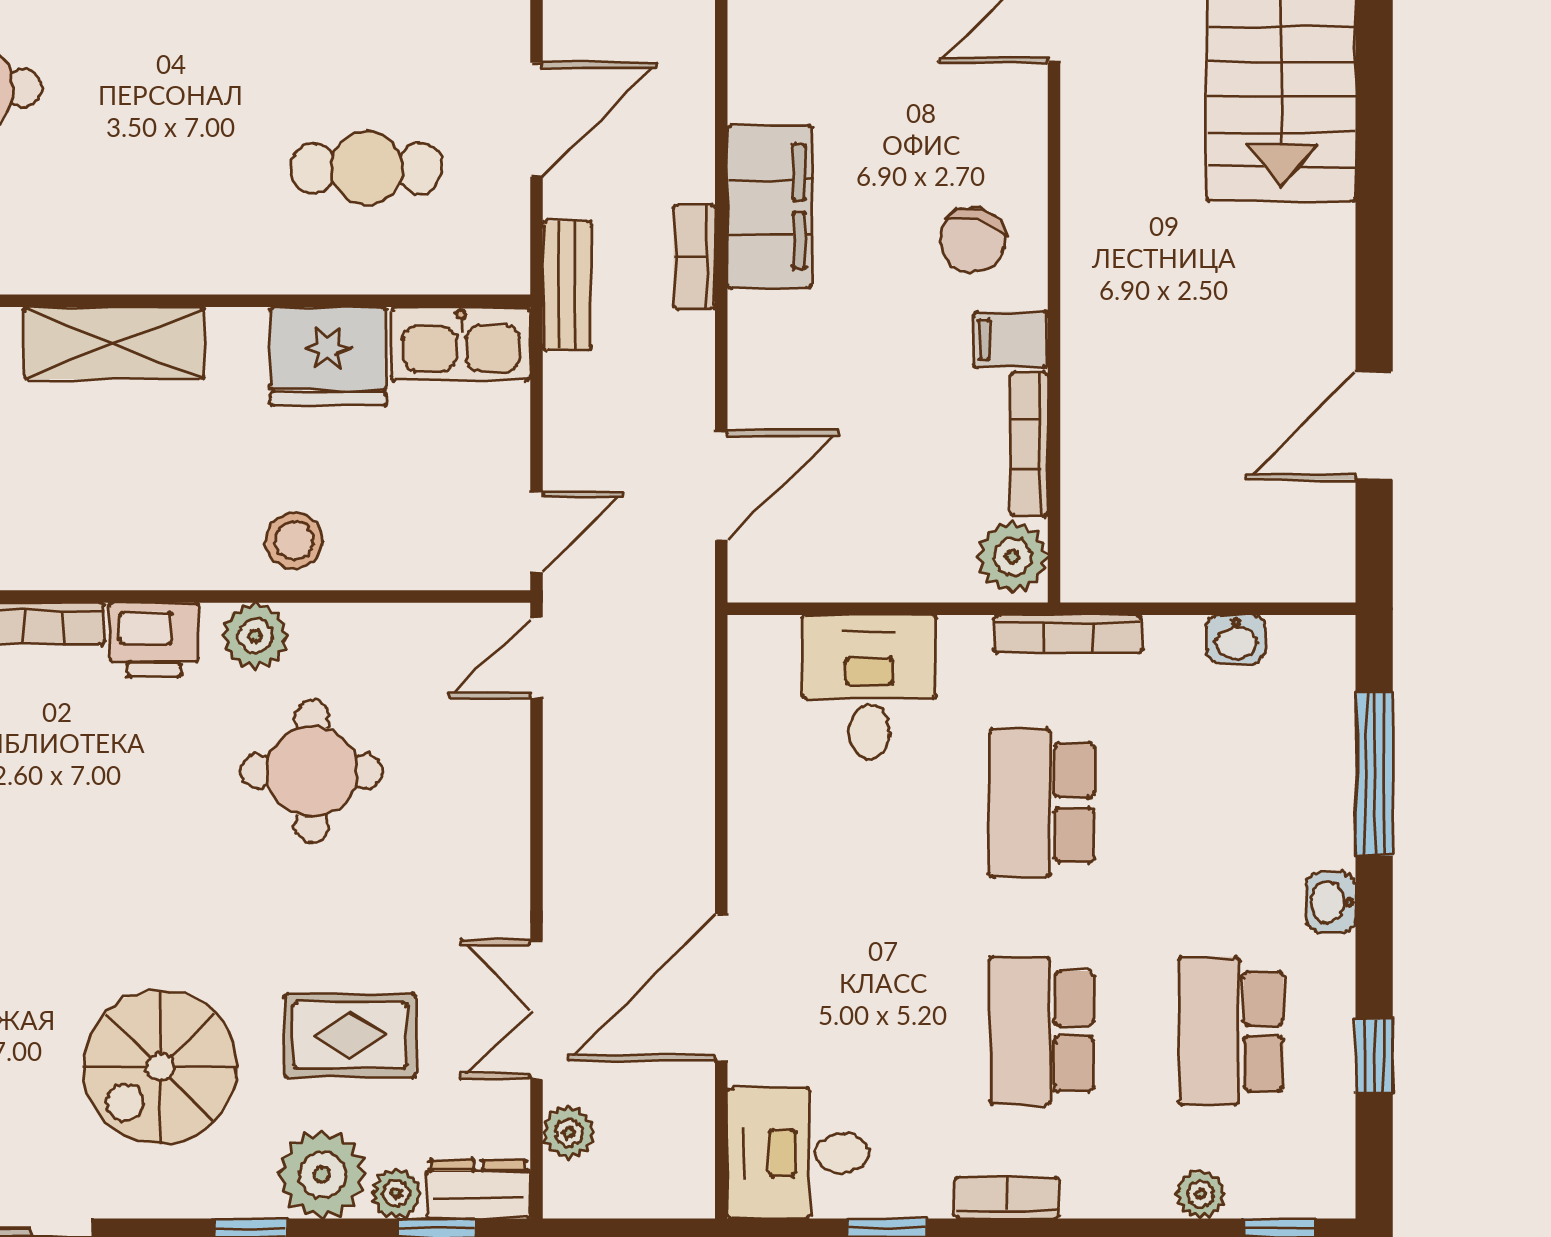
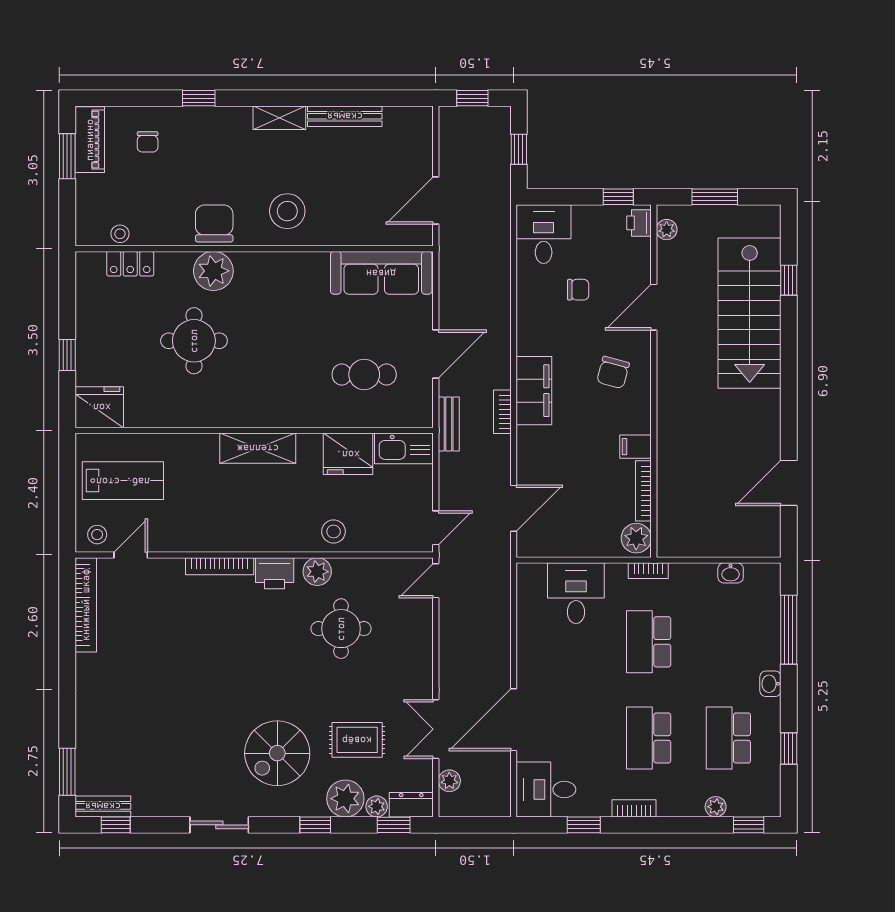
chair: (973, 240) -> (613, 372), moved
bookcase: (1068, 634) -> (648, 571), width x0.64

